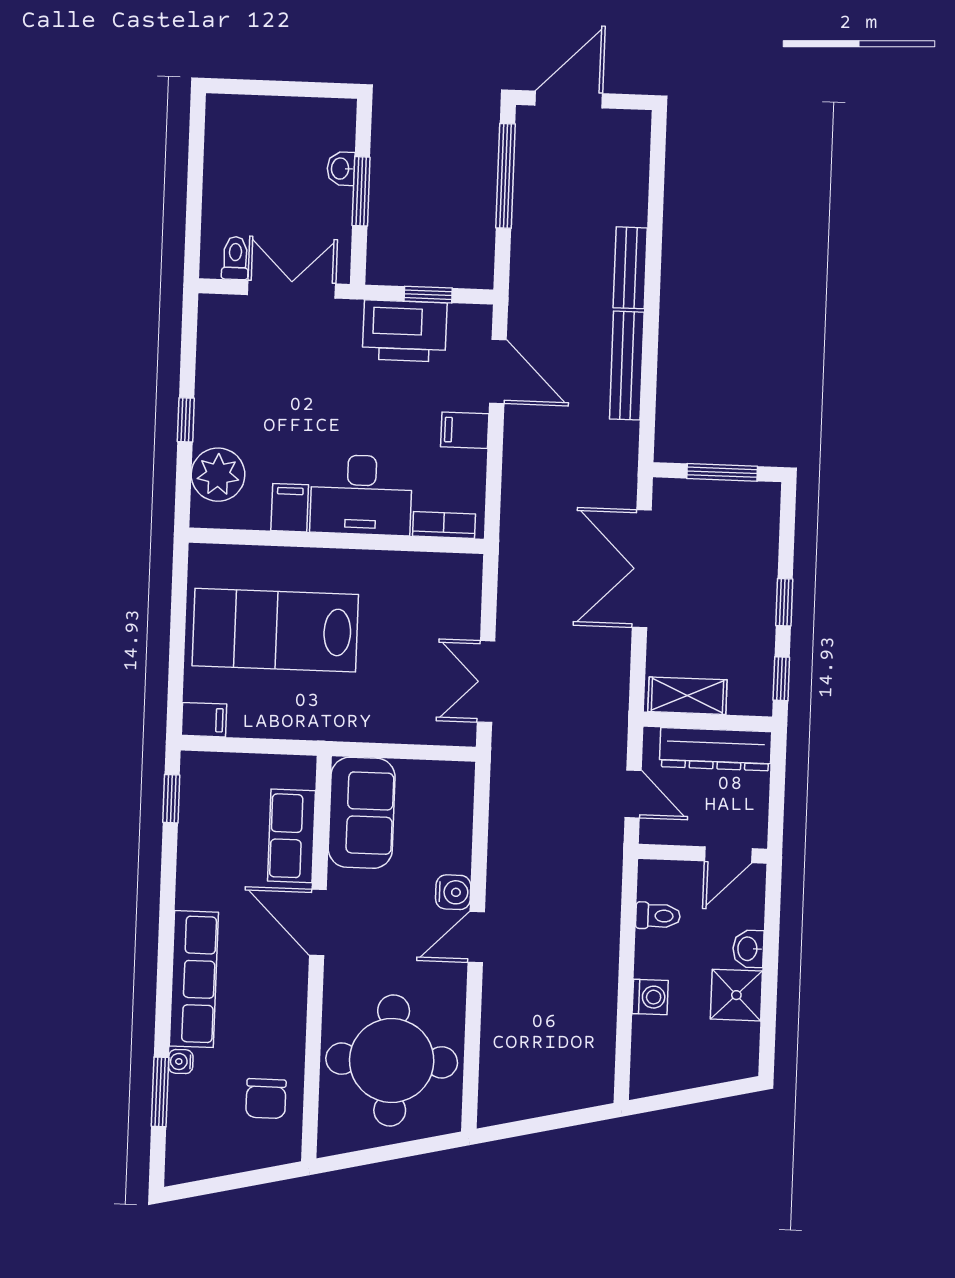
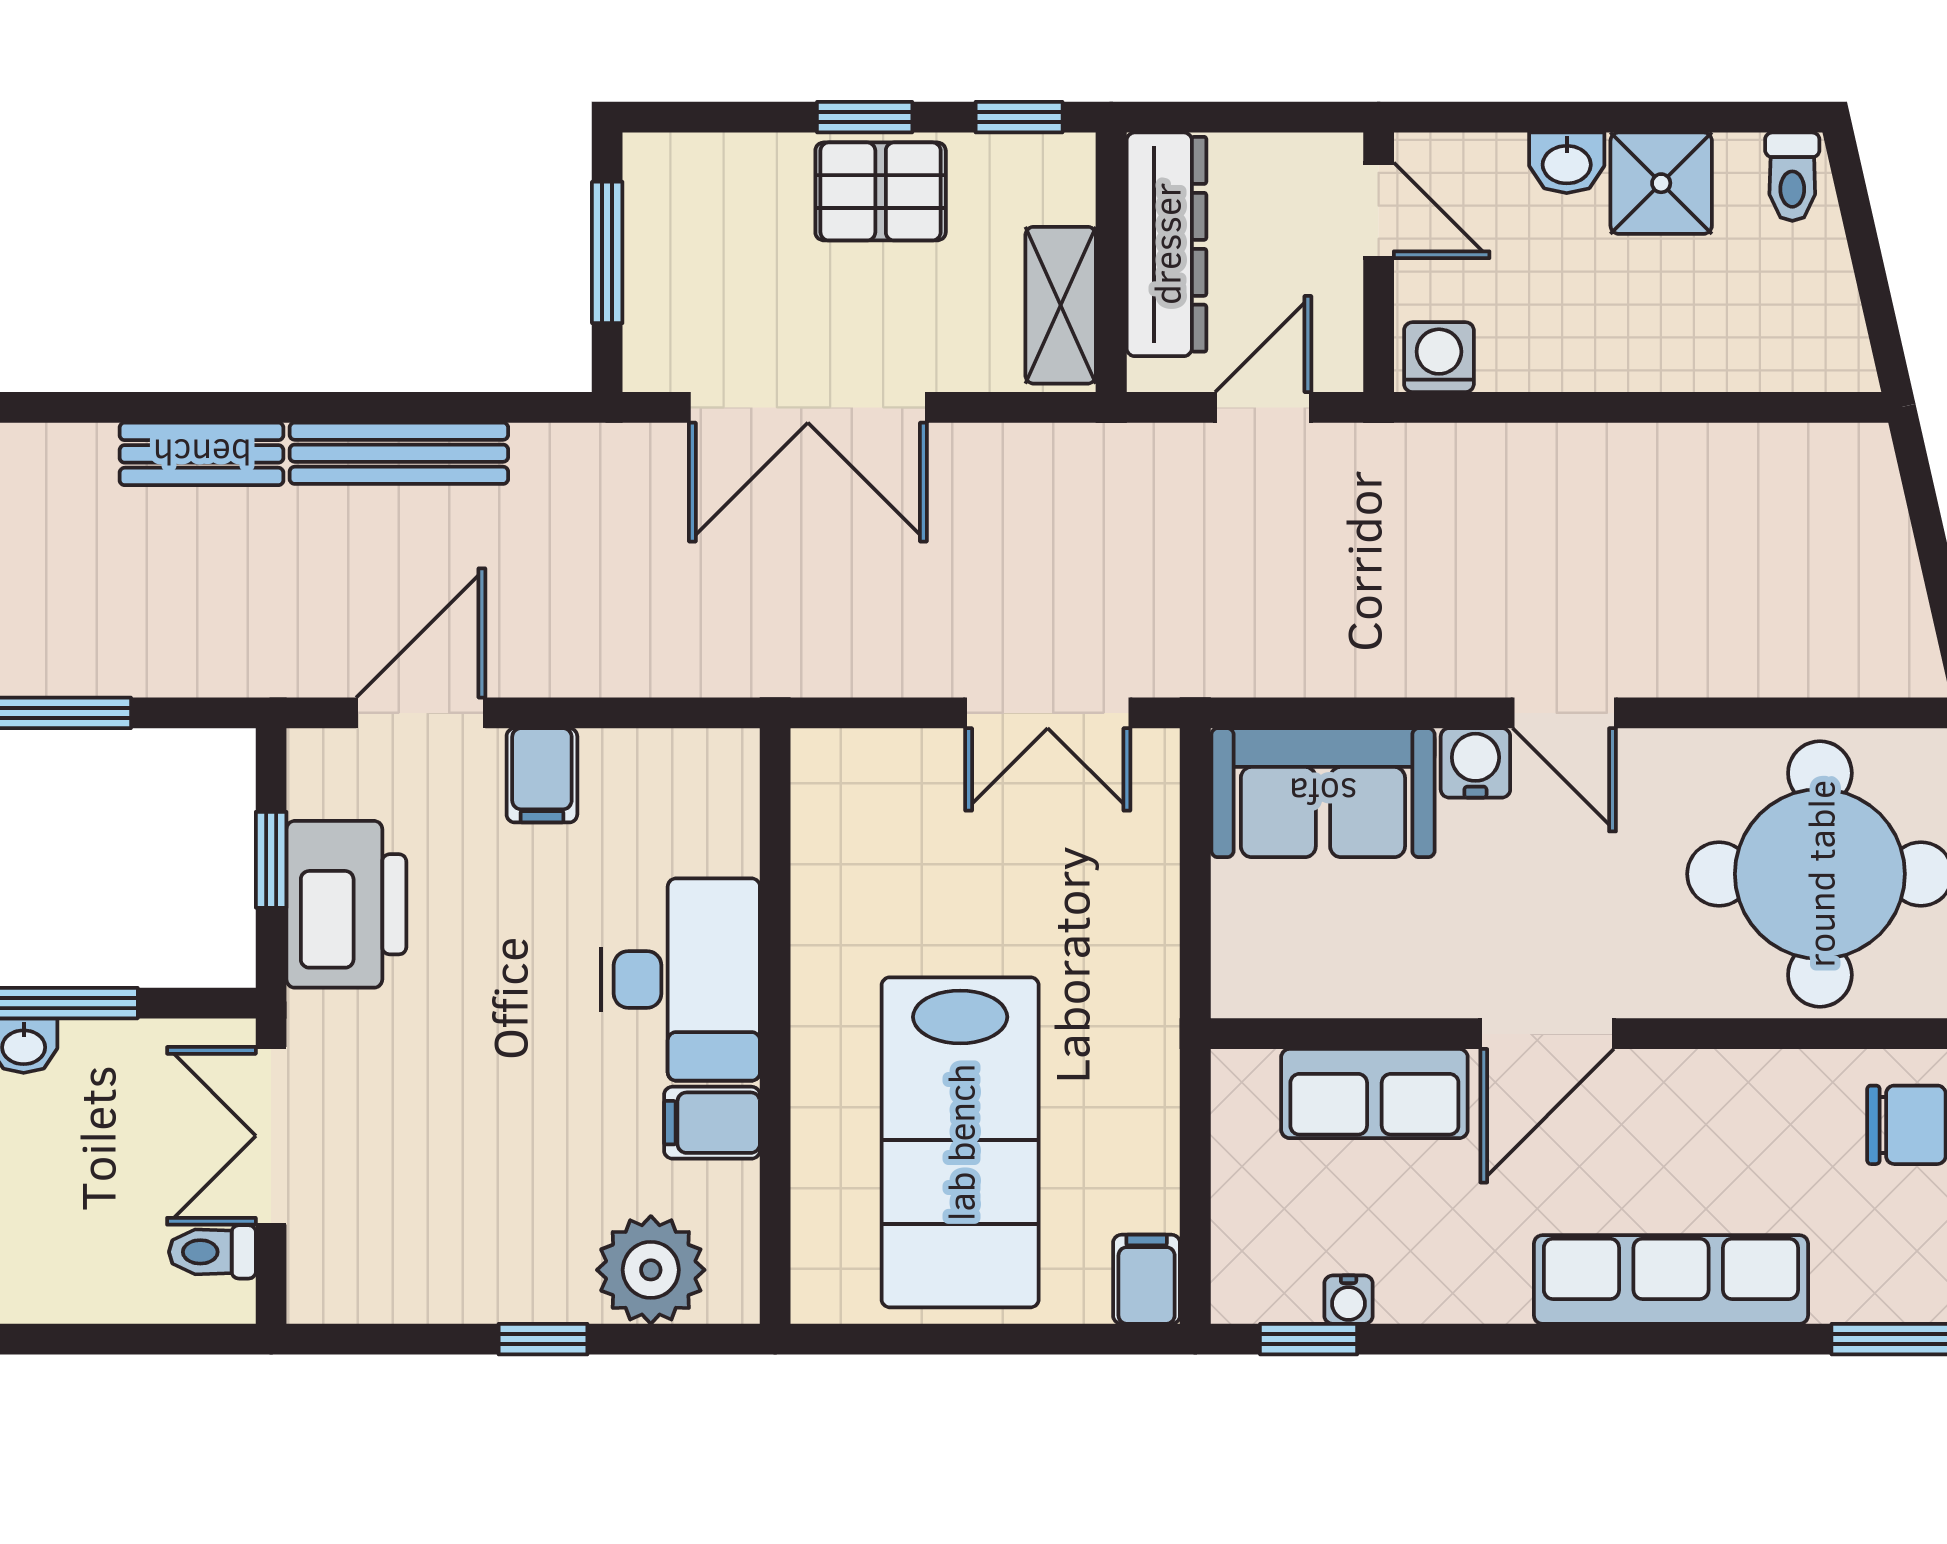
bookcase: (444, 525) -> (735, 810), removed
pallet: (747, 609) -> (881, 191), added
sofa: (362, 813) -> (1323, 793), moved, turned 180
toilet: (658, 916) -> (1792, 177), moved, turned 180
washing machine: (650, 997) -> (1439, 357), moved
water cooler: (181, 1062) -> (1349, 1300), moved

